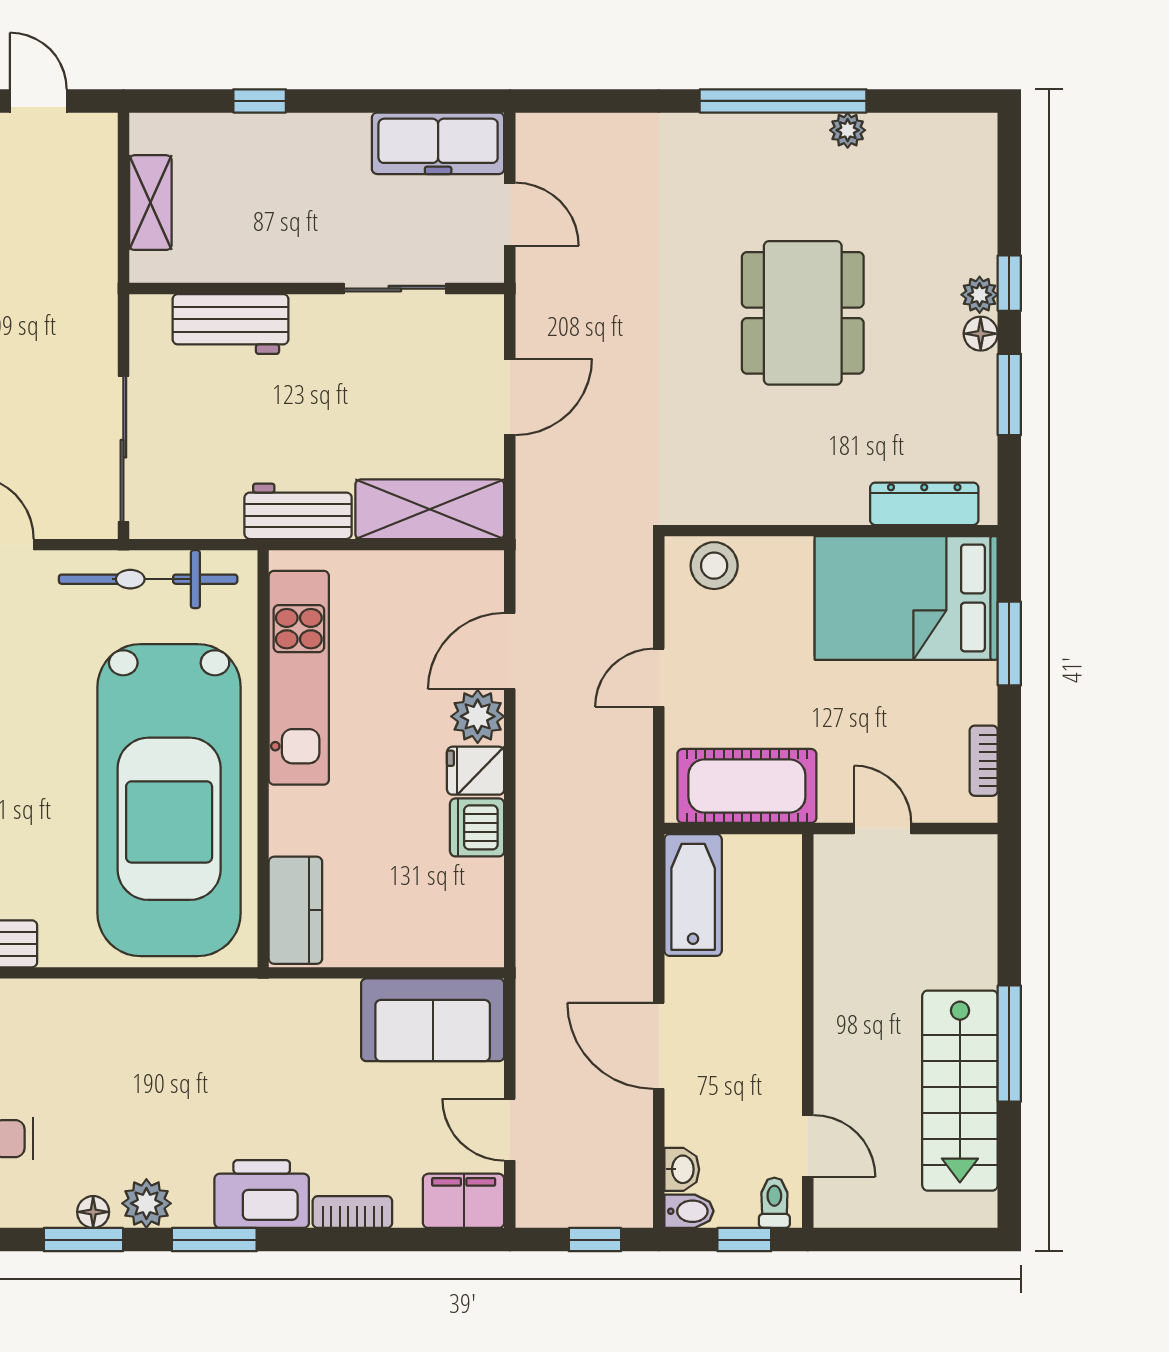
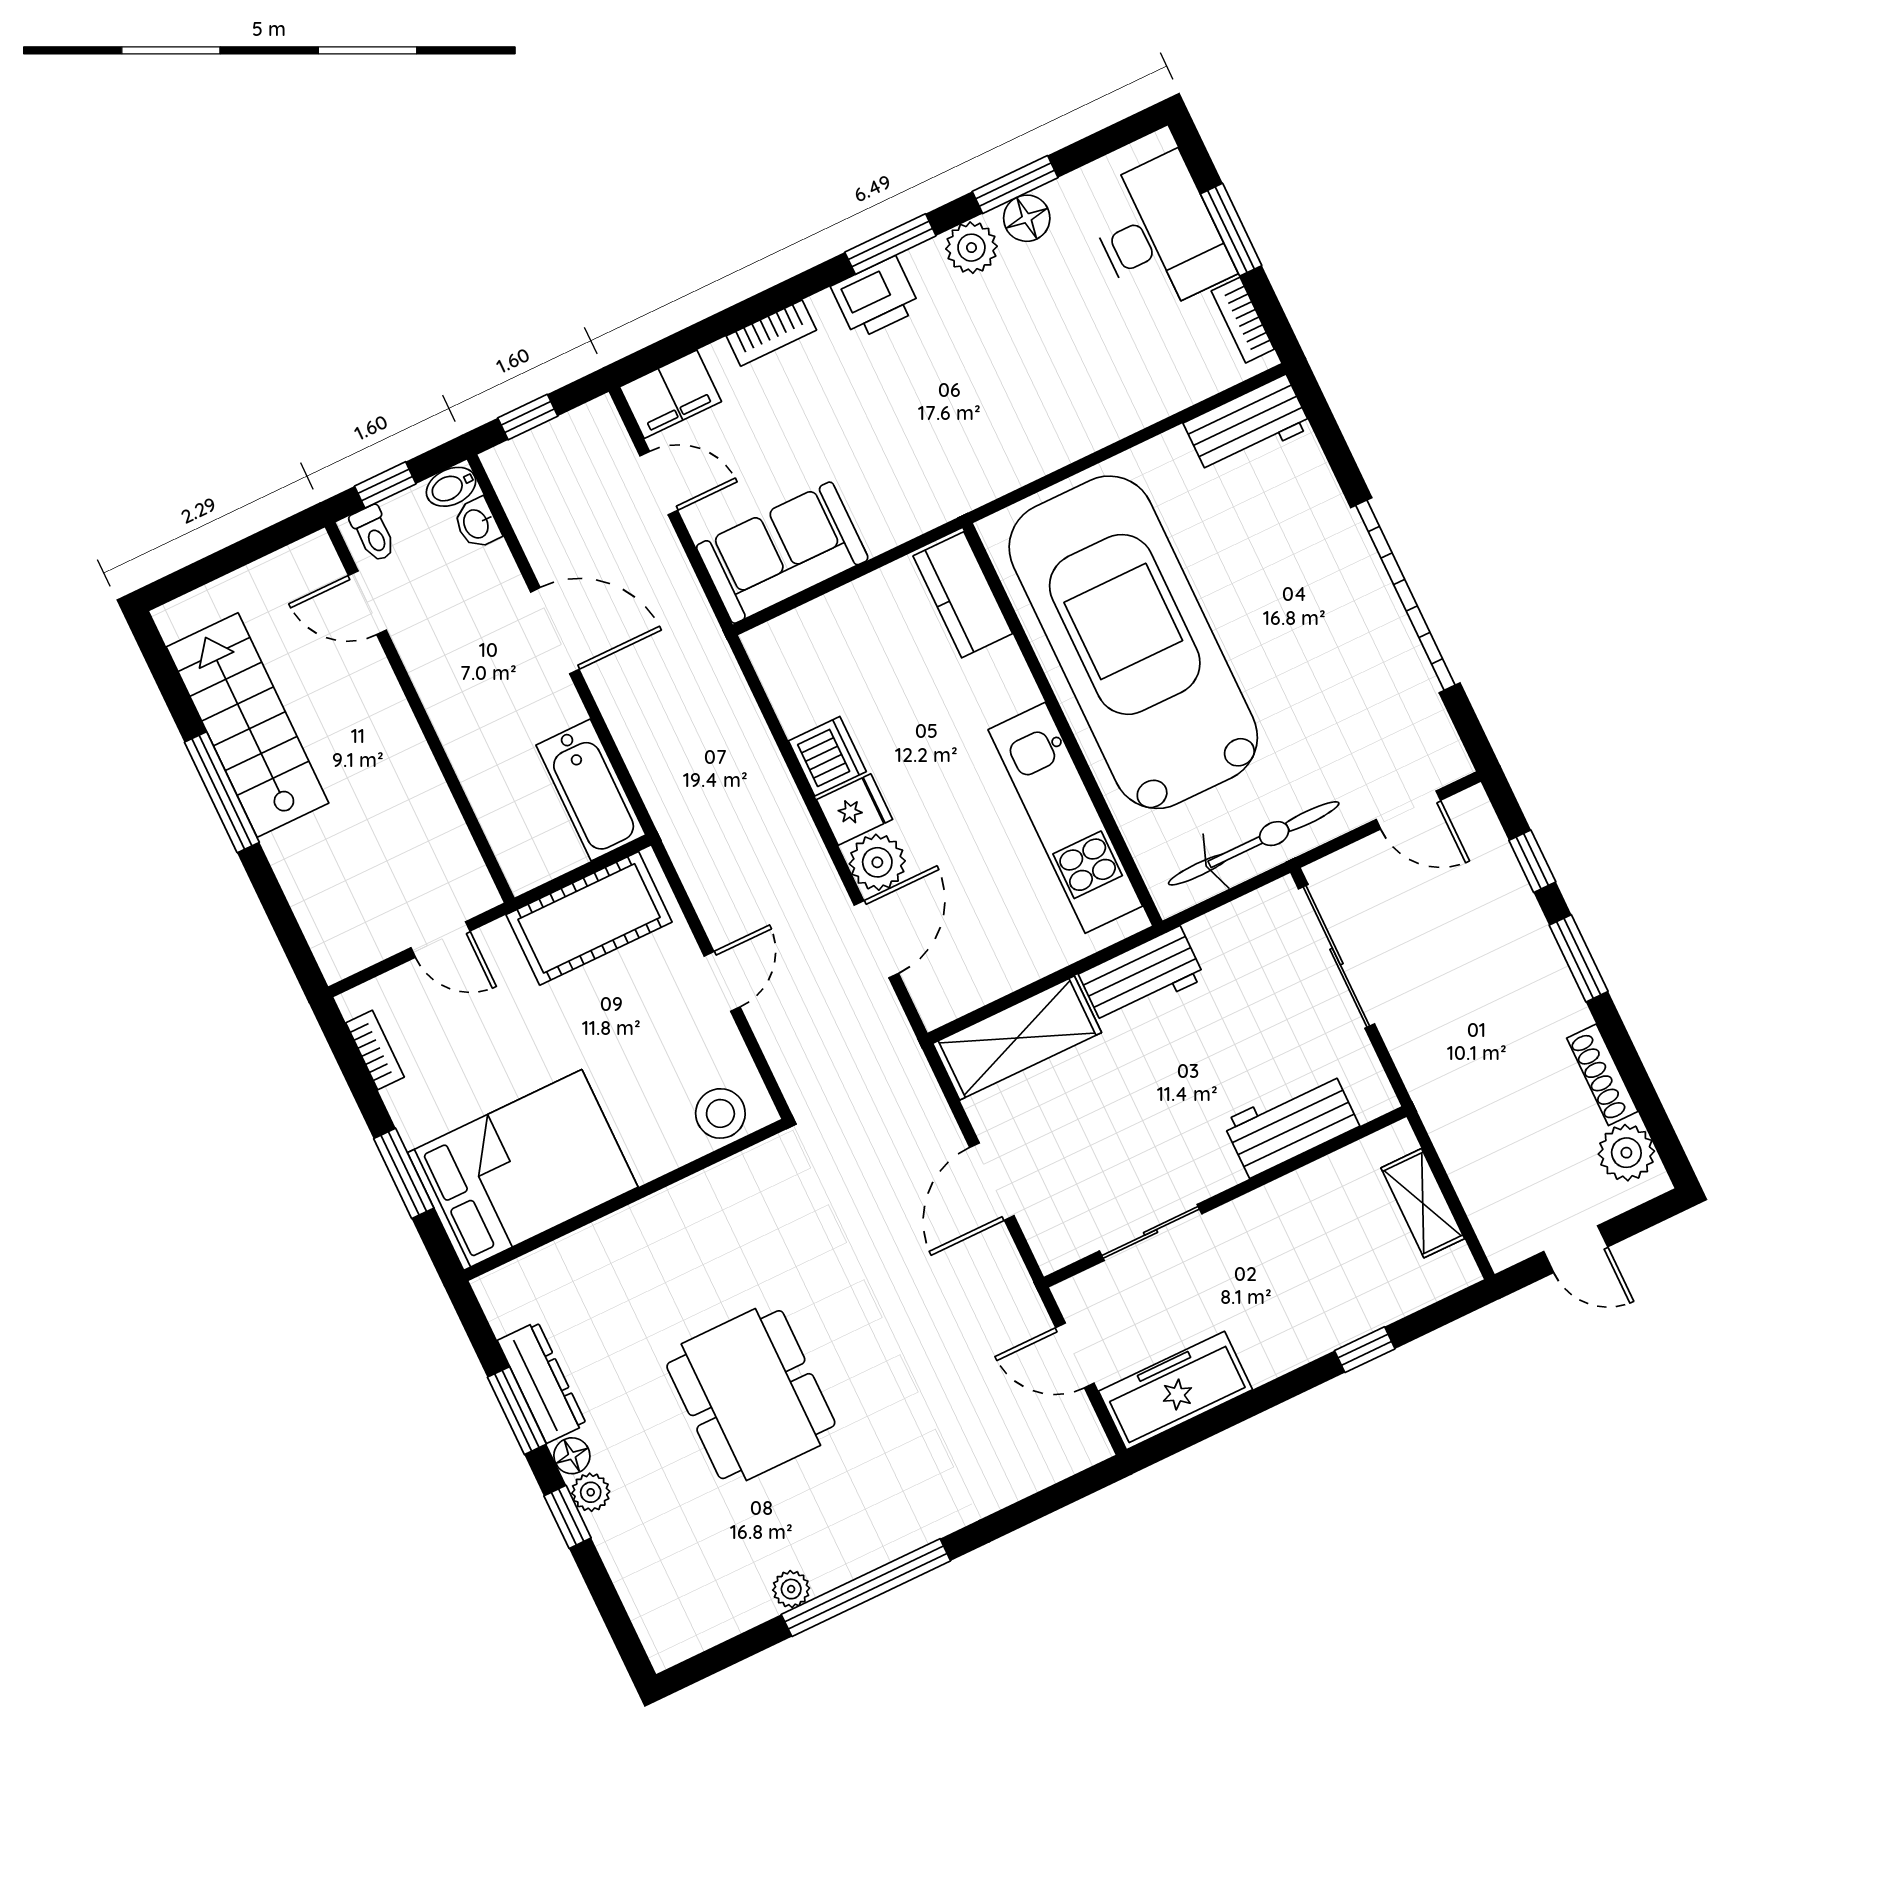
dresser: (924, 504) -> (542, 1382), moved, turned -90
printer: (262, 1194) -> (876, 298), width x0.73, depth x0.84
floor lamp: (93, 1212) -> (1027, 218), width x1.37, depth x1.37

